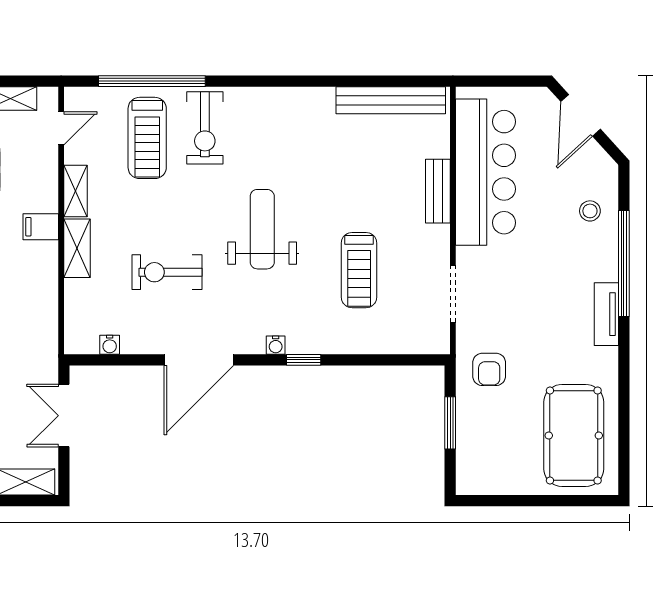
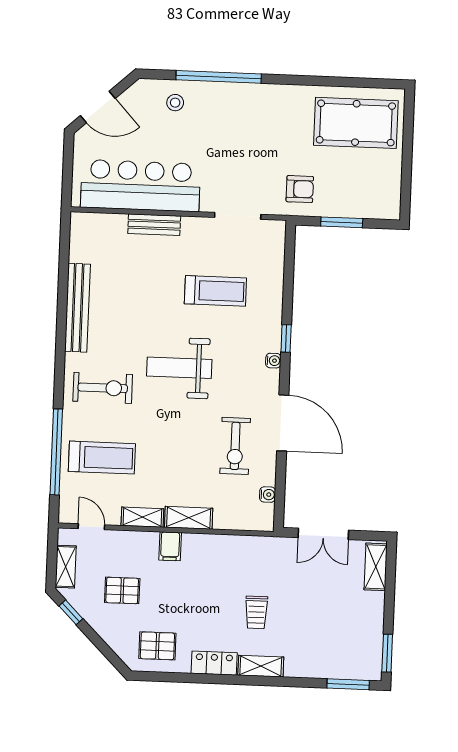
bench: (391, 100) -> (78, 308), moved
exercise bike: (205, 128) -> (103, 388), moved
exercise bike: (167, 272) -> (235, 446), moved
tv unit: (606, 314) -> (259, 93), removed

